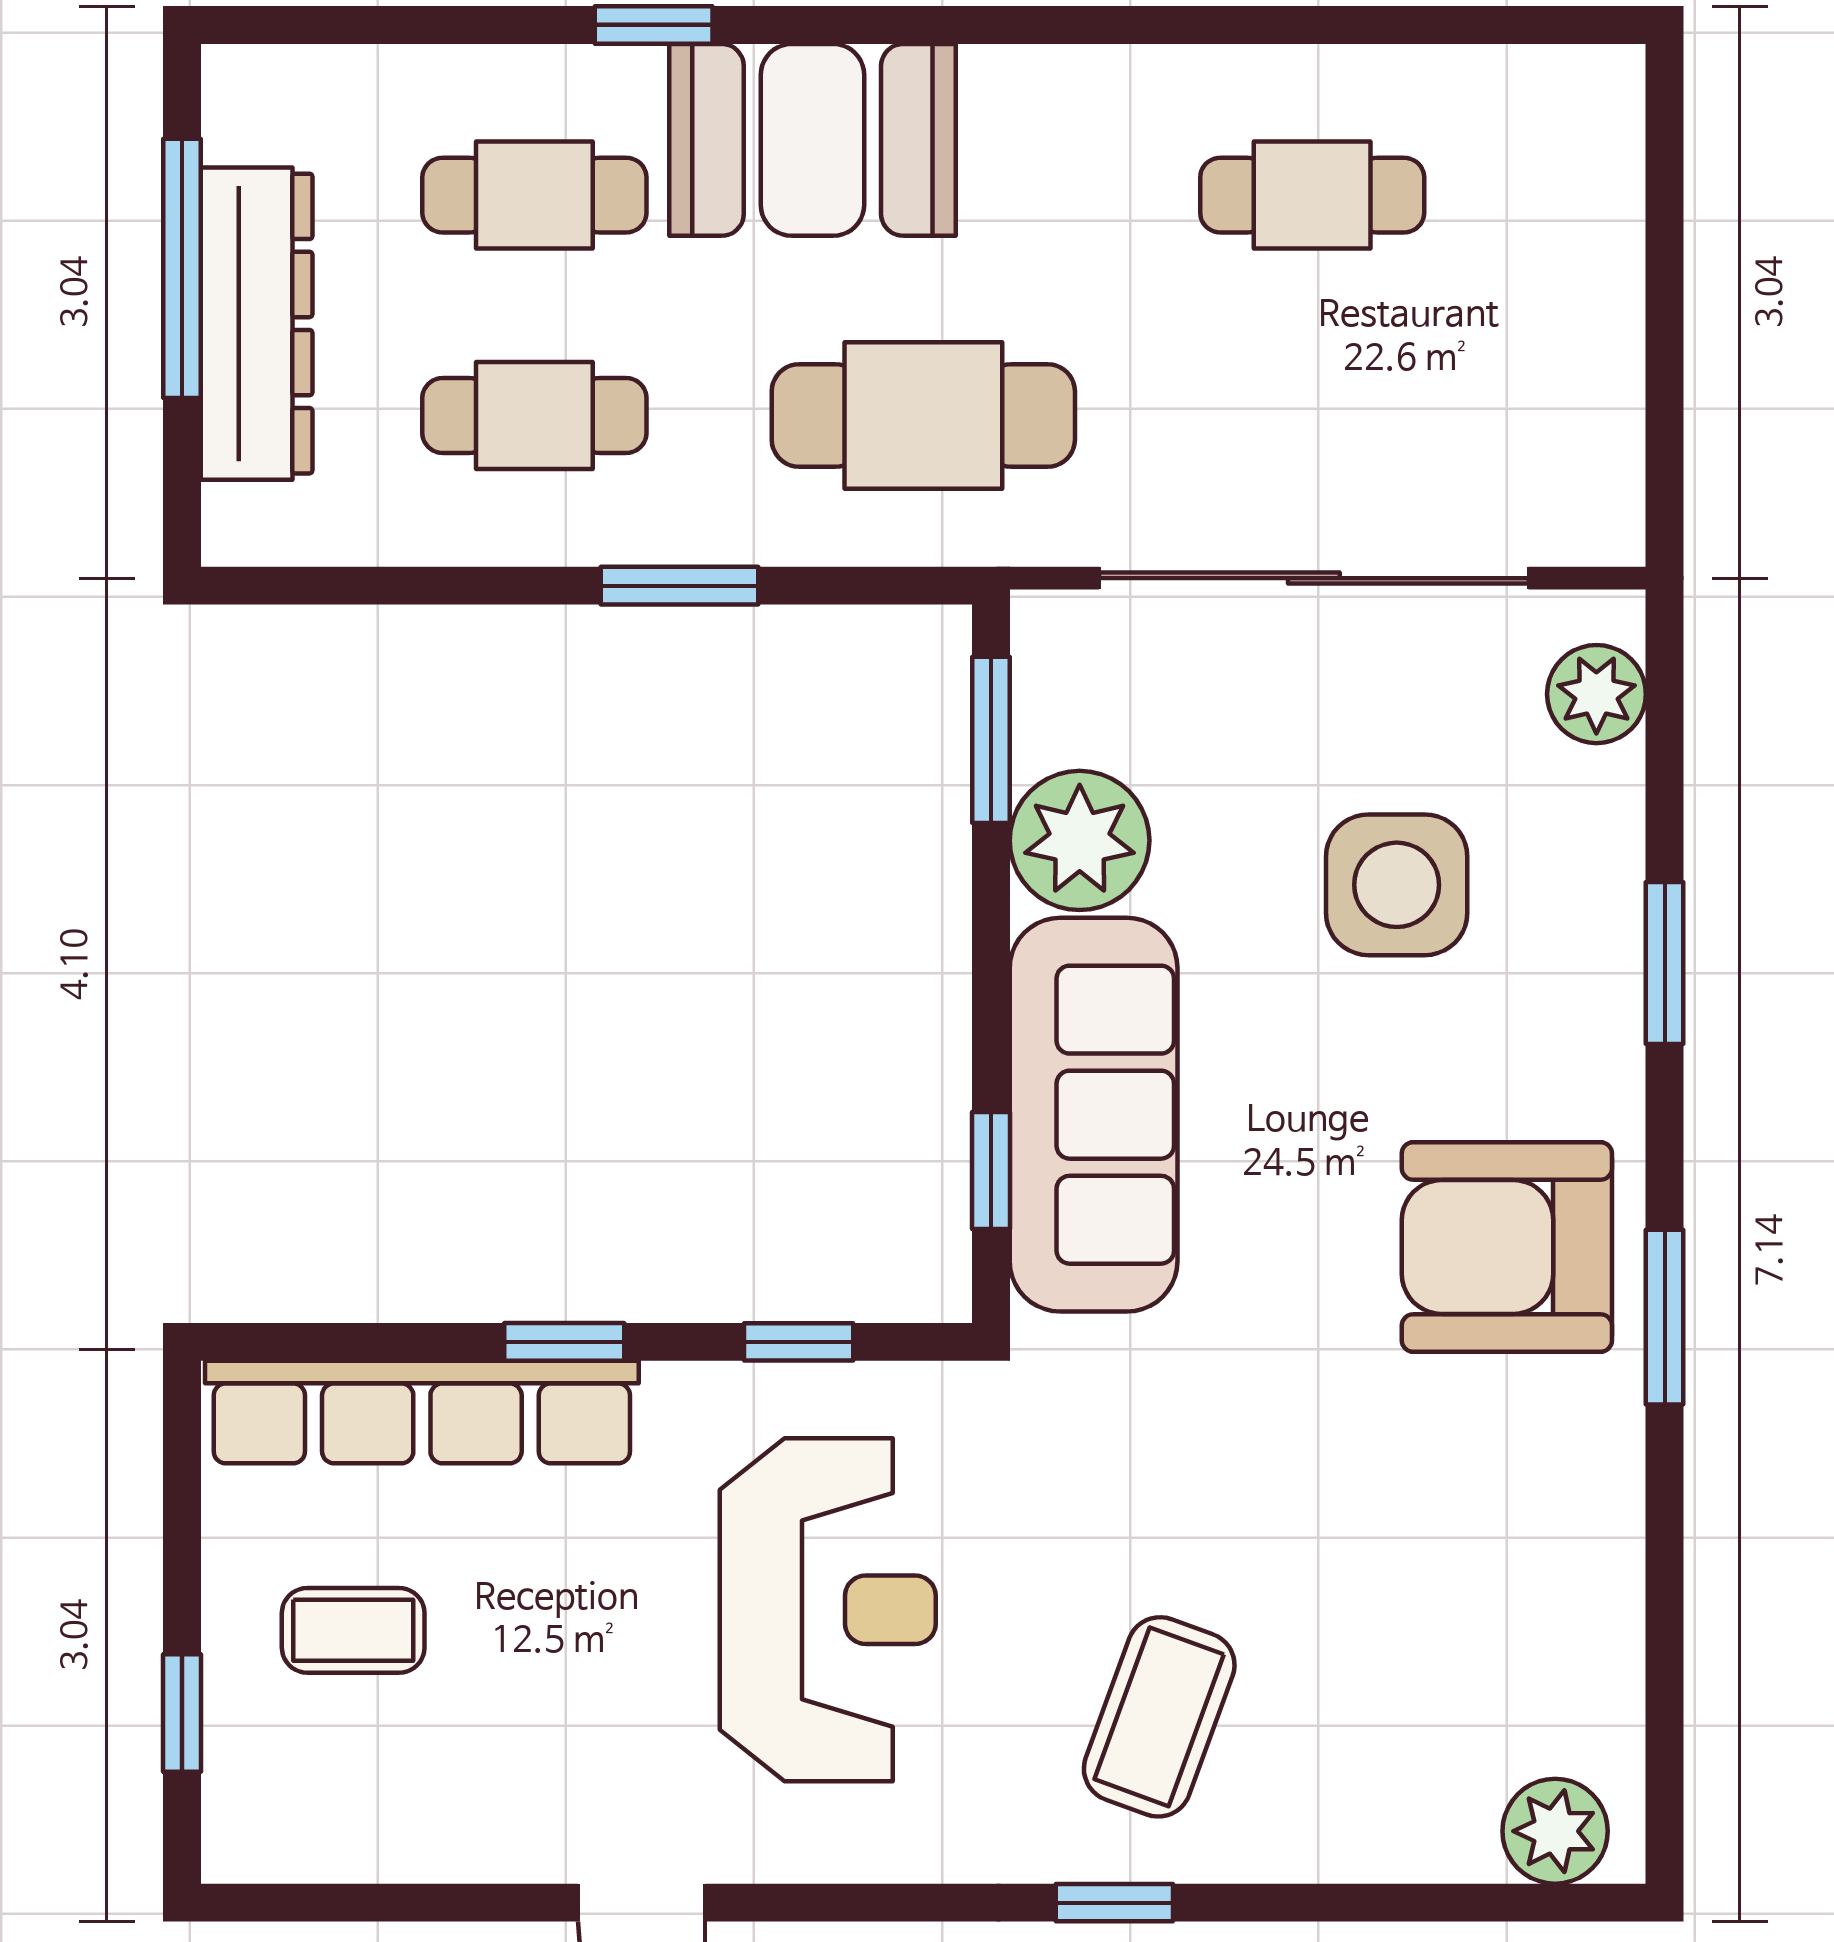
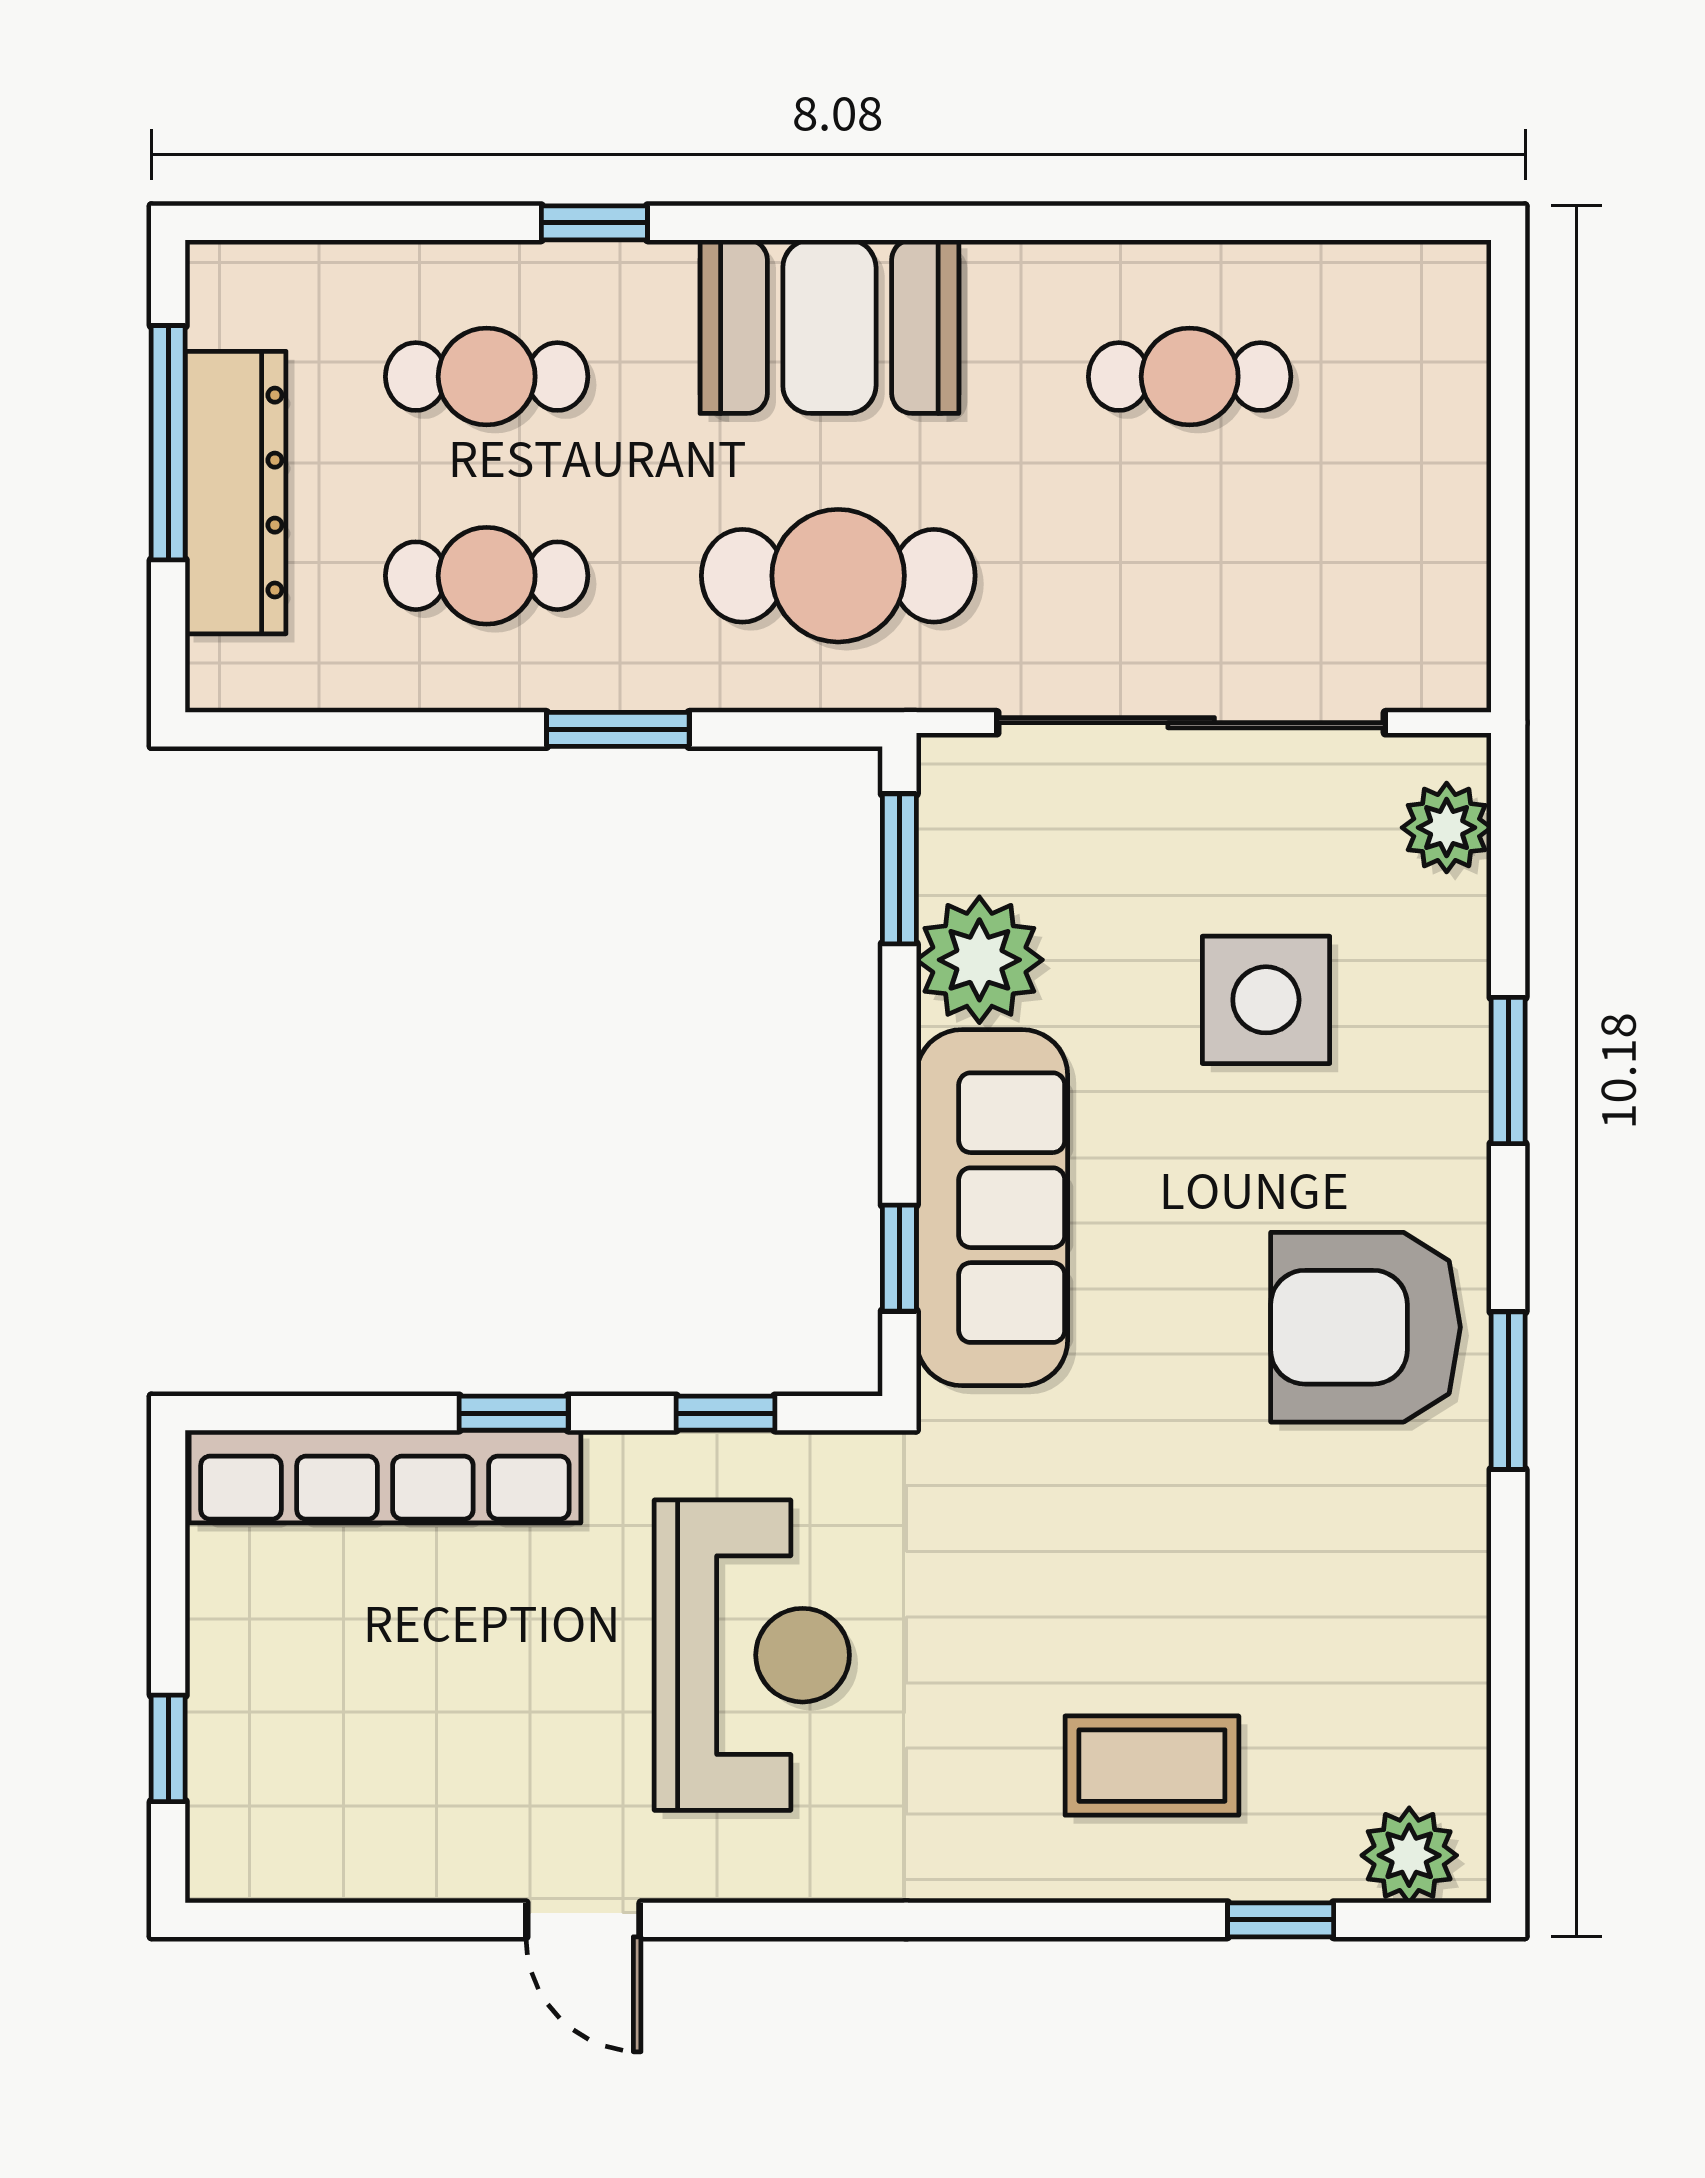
booth: (812, 140) -> (829, 327), moved
coffee table: (353, 1630) -> (323, 1674), removed
coffee table: (1159, 1717) -> (1152, 1766), moved, turned 70
window: (1114, 1903) -> (1281, 1920), moved

